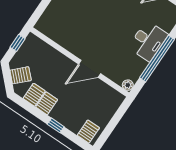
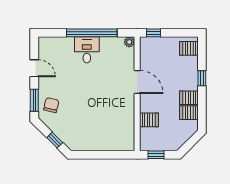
desk: (148, 41) -> (87, 50), width x0.73
server rack: (21, 75) -> (149, 120), moved, turned 135
window: (122, 111) -> (154, 33), added

